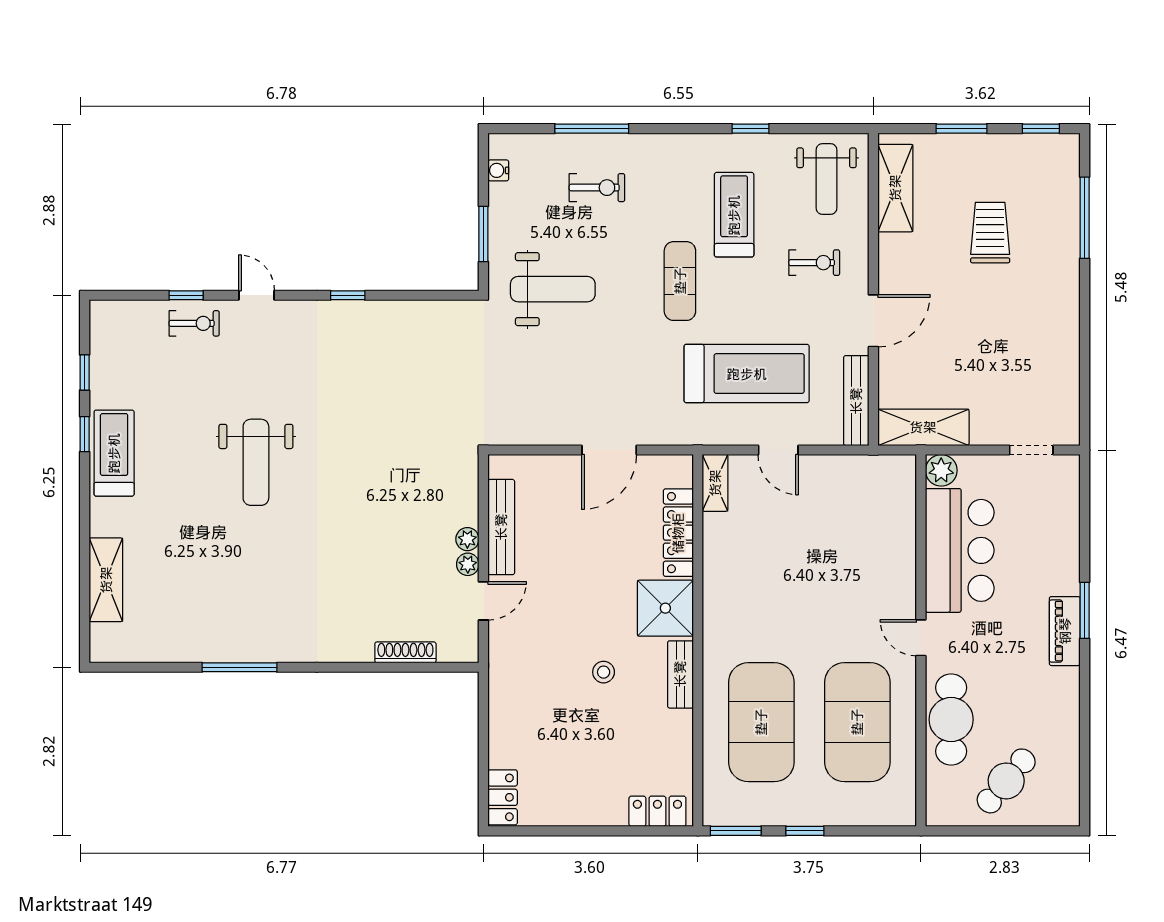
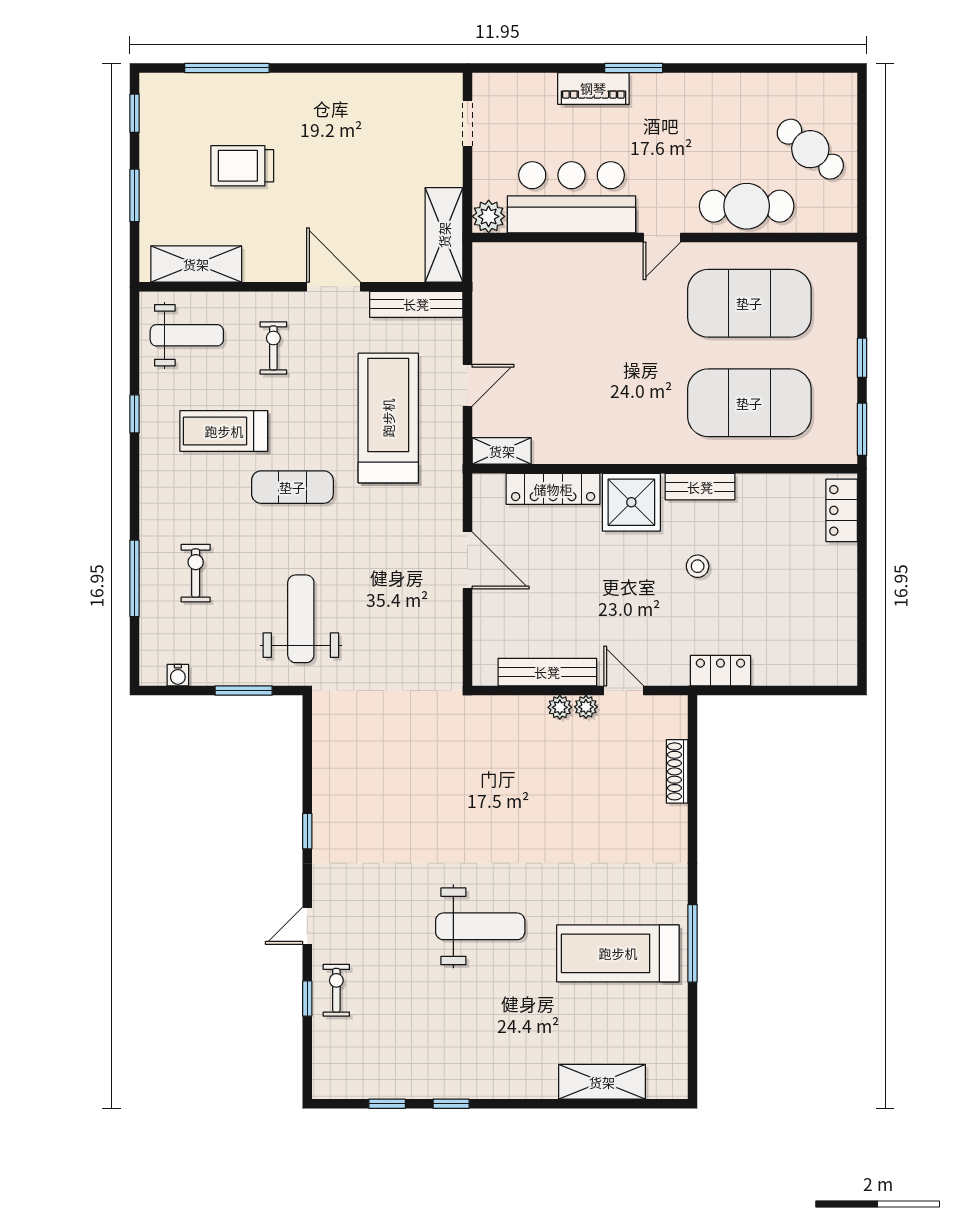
treadmill: (114, 453) -> (618, 953), moved, width x1.37, depth x1.38
piano: (1065, 631) -> (593, 88), moved
locker: (503, 797) -> (720, 671), moved

